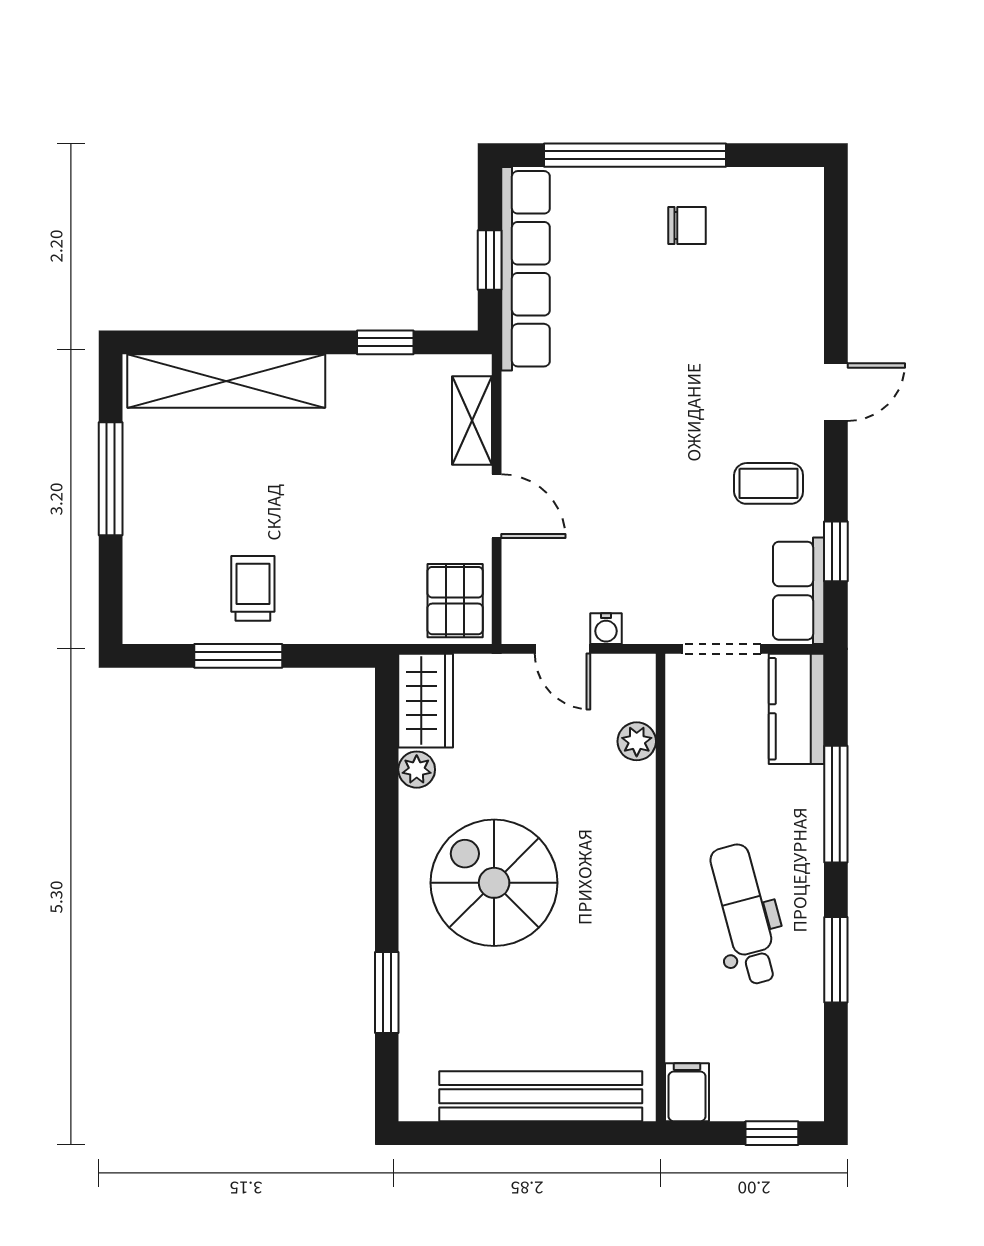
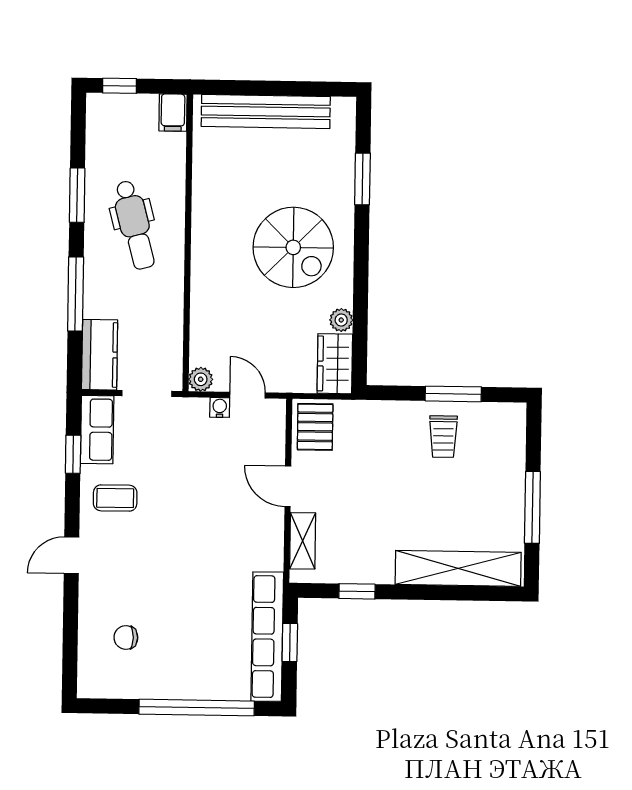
chair: (687, 225) -> (126, 637), moved
plant: (637, 741) -> (201, 379), moved

